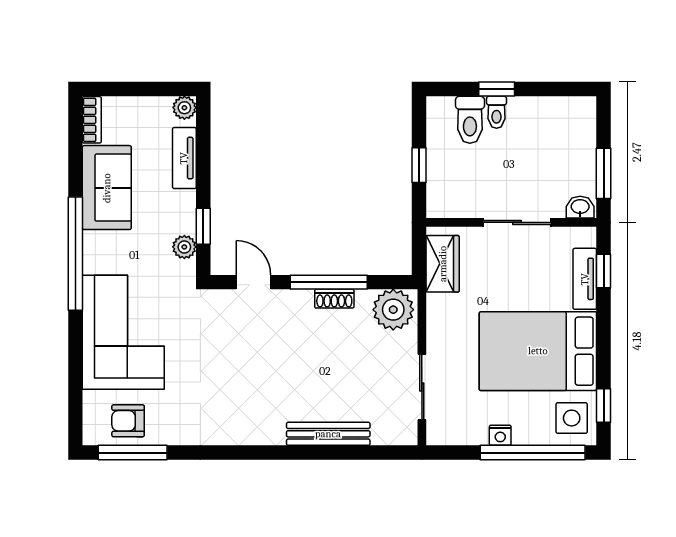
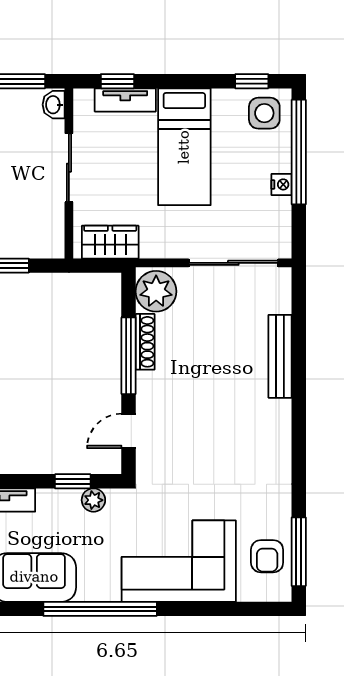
shoe rack: (334, 299) -> (145, 342), width x1.43
bed: (538, 351) -> (184, 147), width x0.67
sliding door: (422, 387) -> (233, 263), width x1.37

